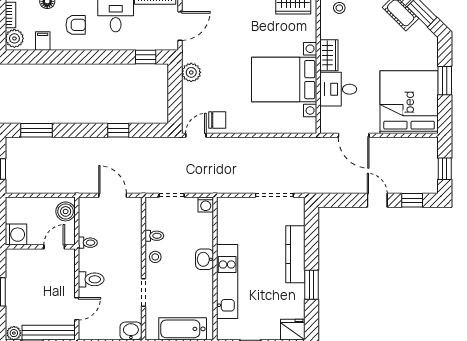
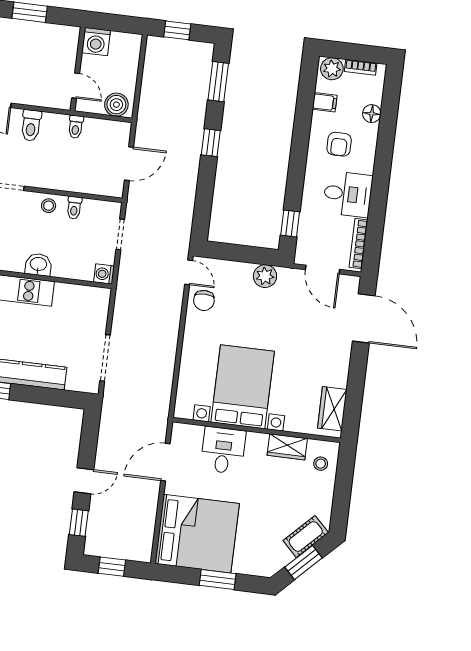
wardrobe: (329, 55) -> (287, 447), moved
window: (118, 130) -> (211, 143), moved

